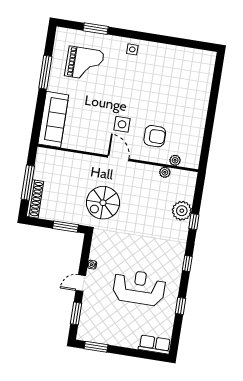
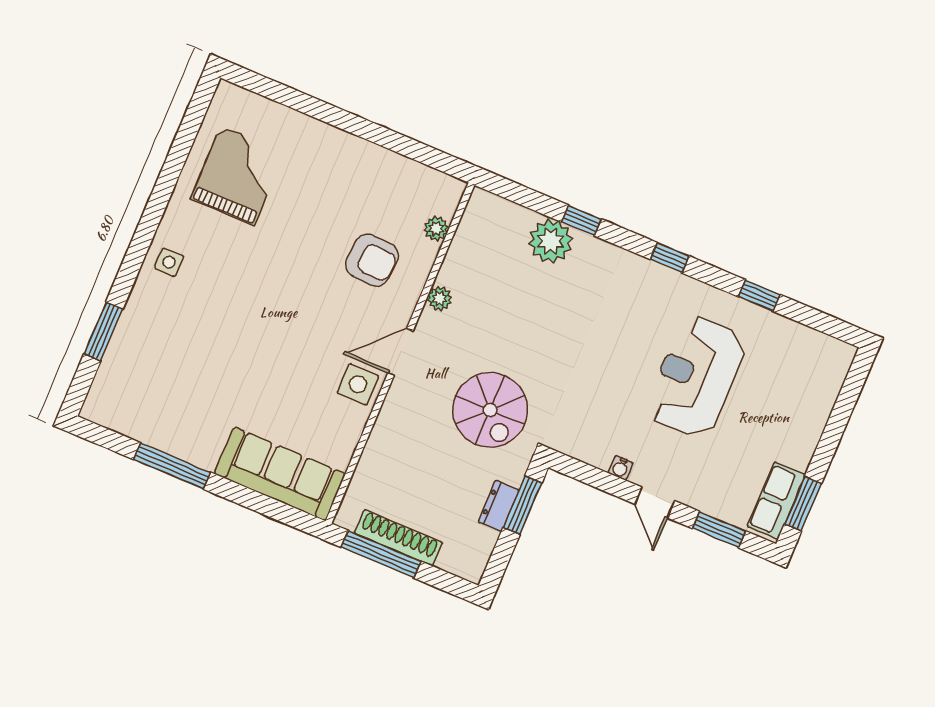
grand piano: (84, 63) -> (238, 176), moved
side table: (122, 124) -> (358, 384), moved
armchair: (155, 136) -> (372, 260), turned 94
plant: (165, 172) -> (440, 299), moved
window: (28, 183) -> (381, 554), moved
shoe rack: (35, 199) -> (398, 538), moved
dresser: (63, 216) -> (499, 506), added
row of seats: (155, 345) -> (776, 501), moved

